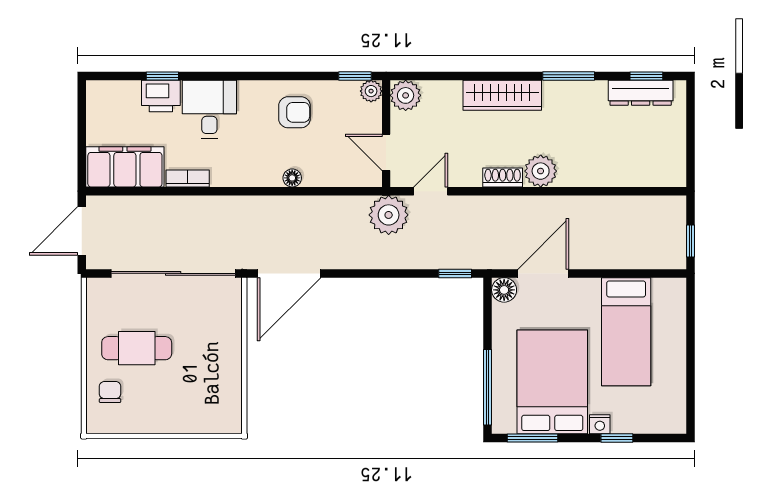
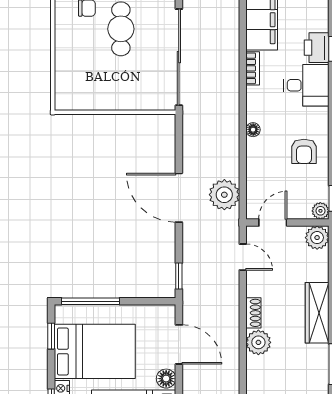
floor lamp: (292, 178) -> (253, 130), moved
plant: (389, 215) -> (224, 195), moved
door: (289, 273) -> (179, 198), moved
floor lamp: (504, 290) -> (166, 379), moved
window: (532, 438) -> (51, 336), width x0.67

